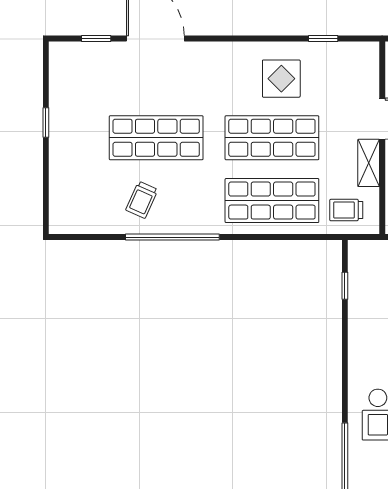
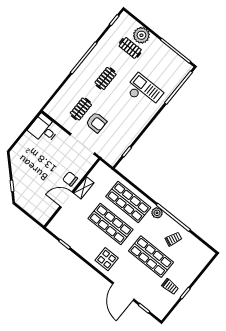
display table: (281, 79) -> (107, 259), moved
trolley: (346, 210) -> (170, 287), moved
plant: (207, 222) -> (157, 213), added

